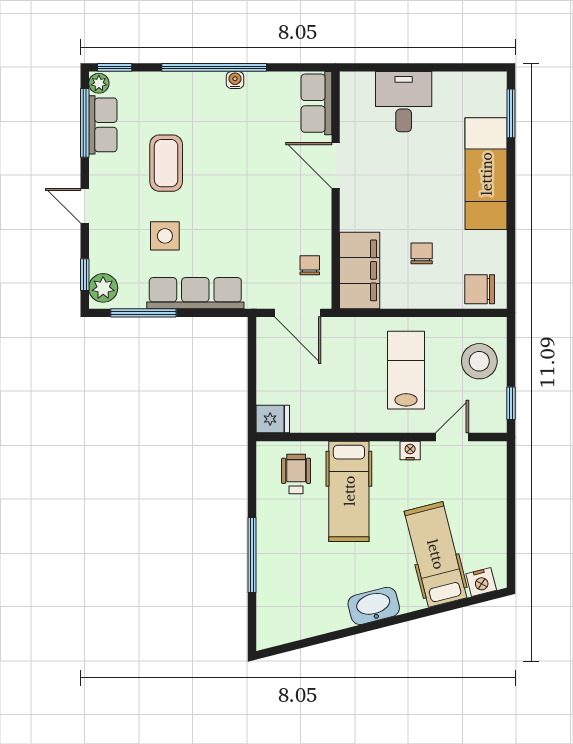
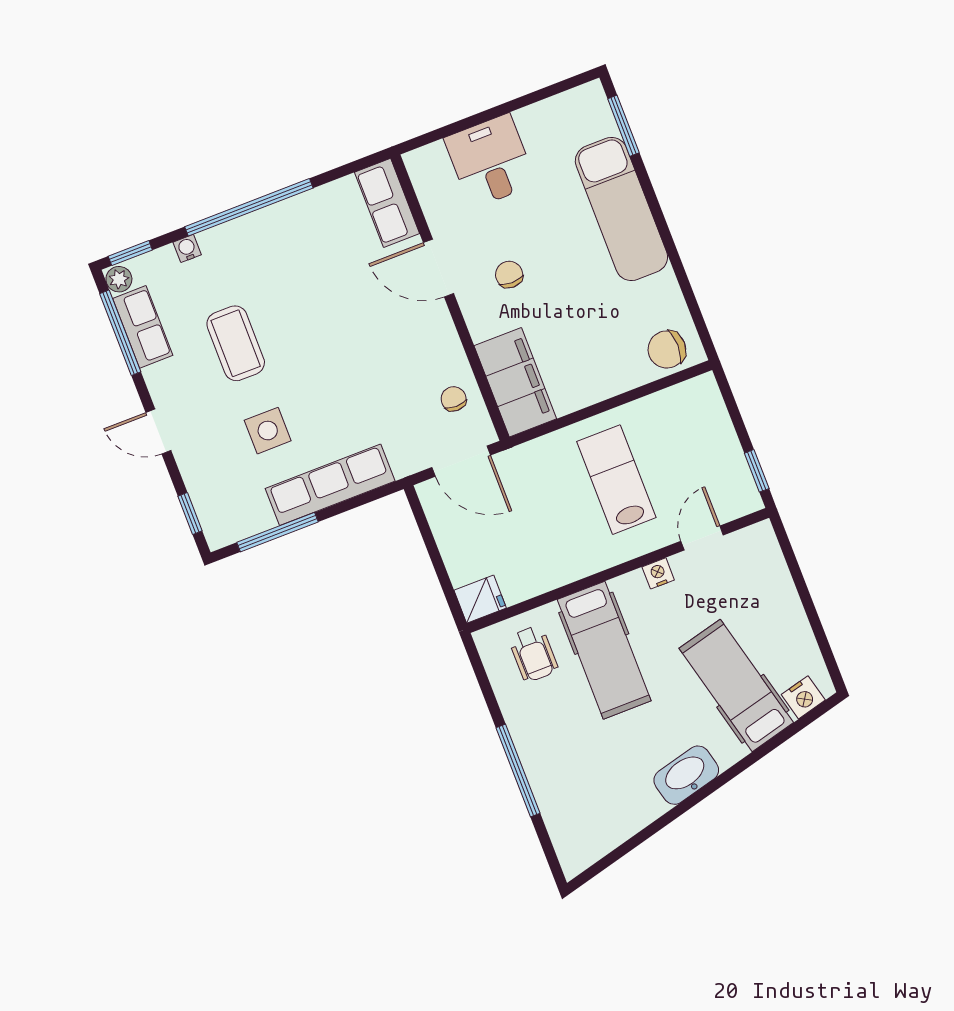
water cooler: (235, 80) -> (187, 248), moved
chair: (422, 253) -> (509, 275), moved
plant: (103, 288) -> (218, 521), removed
stool: (479, 361) -> (700, 435), removed
wheelchair: (296, 474) -> (533, 654), turned 180

